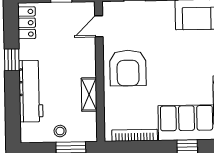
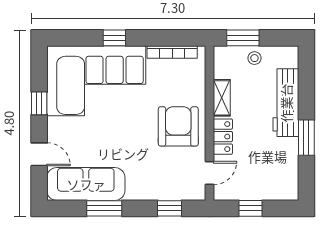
locker: (27, 23) -> (223, 137), moved, turned 180
window: (12, 60) -> (306, 138), width x1.50

